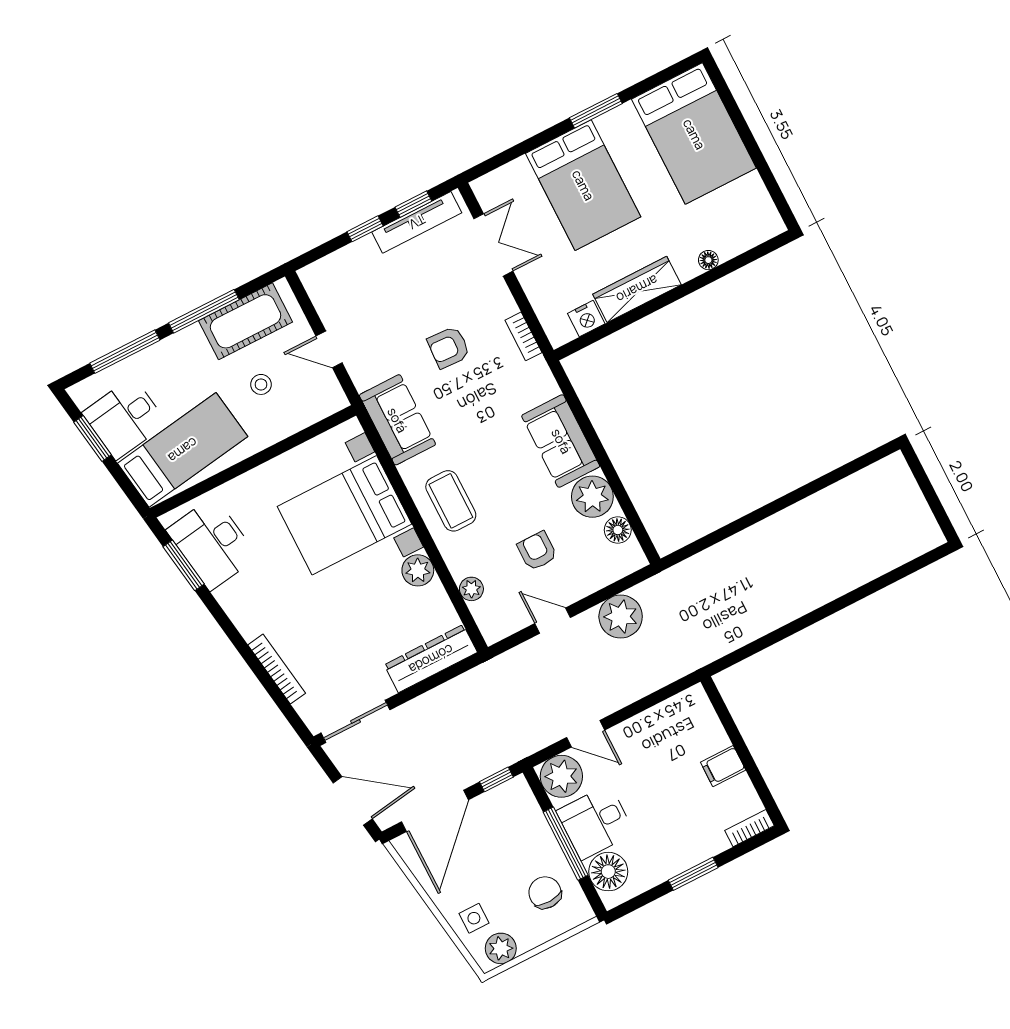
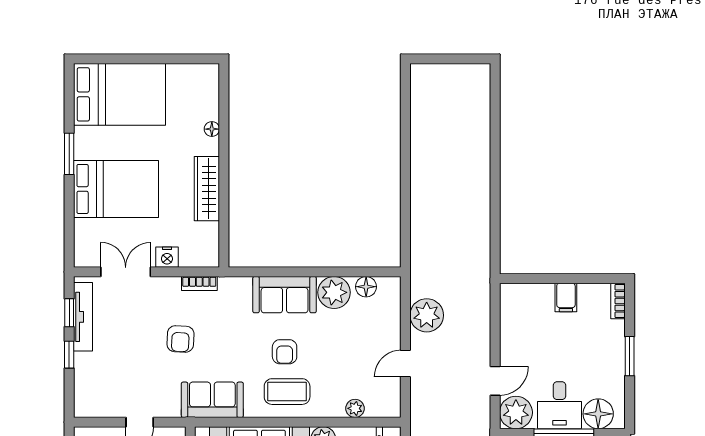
nightstand: (586, 319) -> (167, 257), moved, turned 90
armchair: (537, 551) -> (285, 352), moved, turned -90

